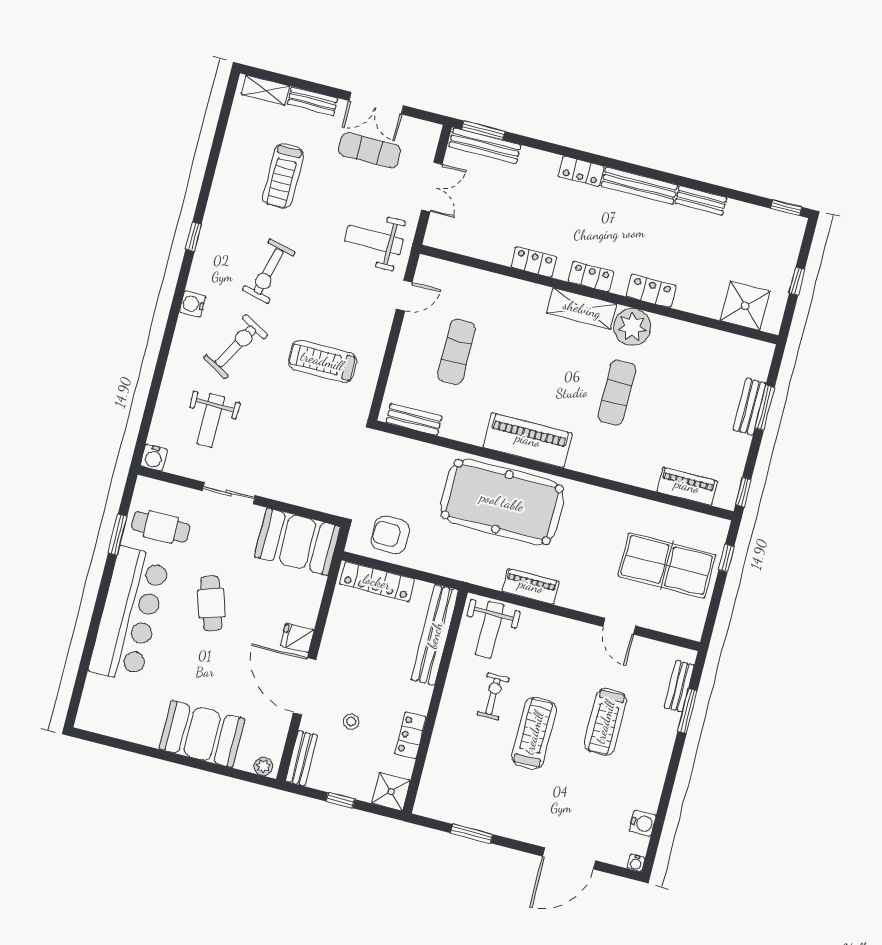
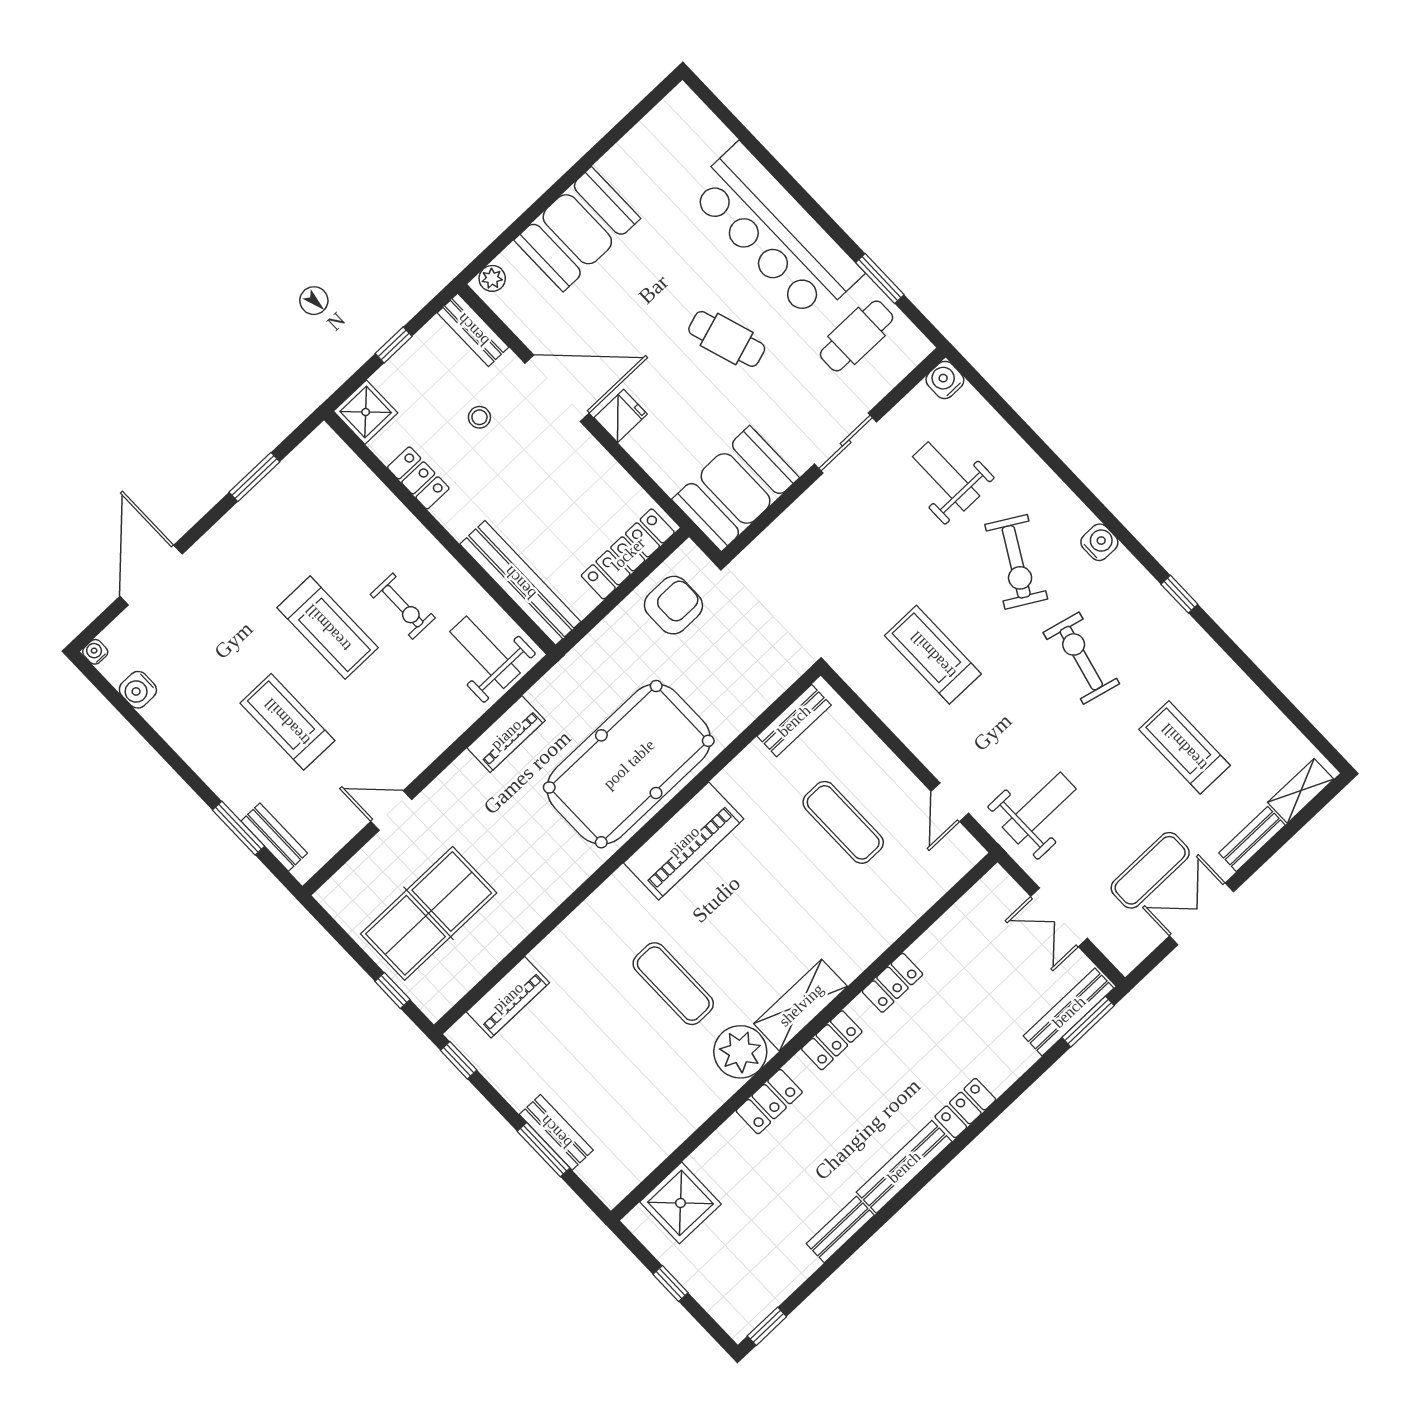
treadmill: (322, 361) -> (933, 655), turned -90

